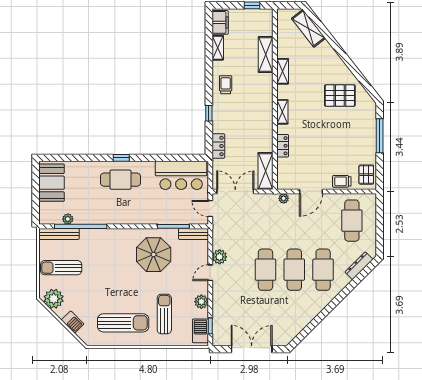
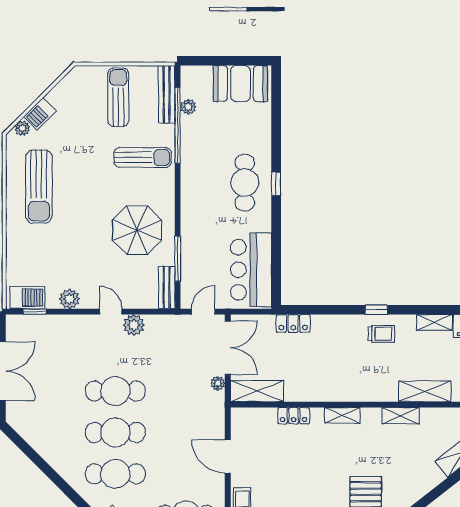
window: (209, 113) -> (376, 310), moved
plant: (284, 198) -> (218, 383), moved
plant: (54, 299) -> (22, 128), moved, width x0.53, depth x0.53
sun lounger: (164, 314) -> (143, 157), moved

